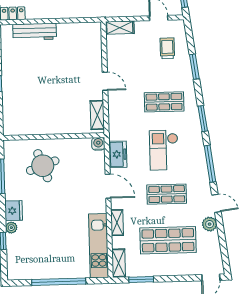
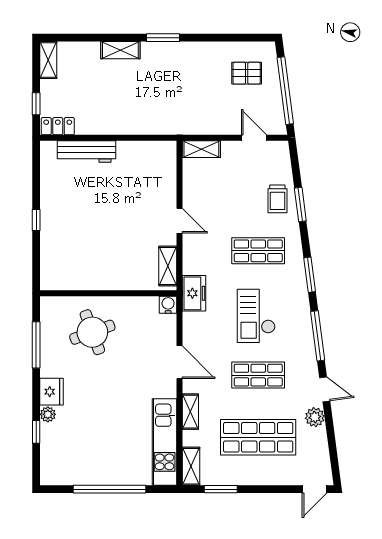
trolley: (167, 48) -> (277, 199), moved, turned 180
freezer: (118, 154) -> (194, 293), moved

